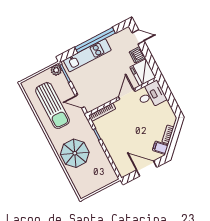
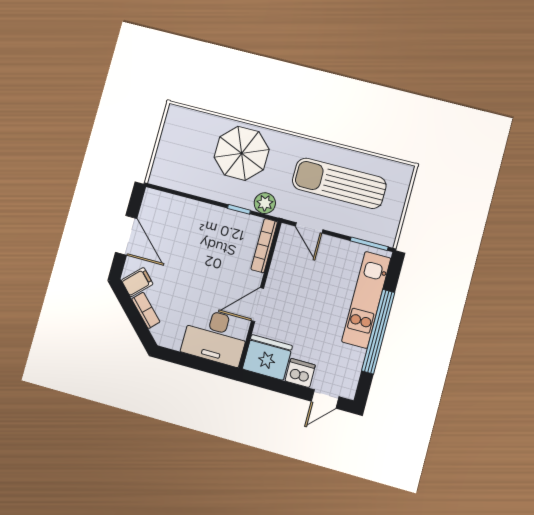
plant: (56, 70) -> (265, 203), moved
door: (127, 94) -> (257, 305), swing flipped
desk: (151, 95) -> (215, 337), width x1.37
door: (80, 101) -> (309, 228), swing flipped
door: (147, 169) -> (126, 235), hinge flipped

